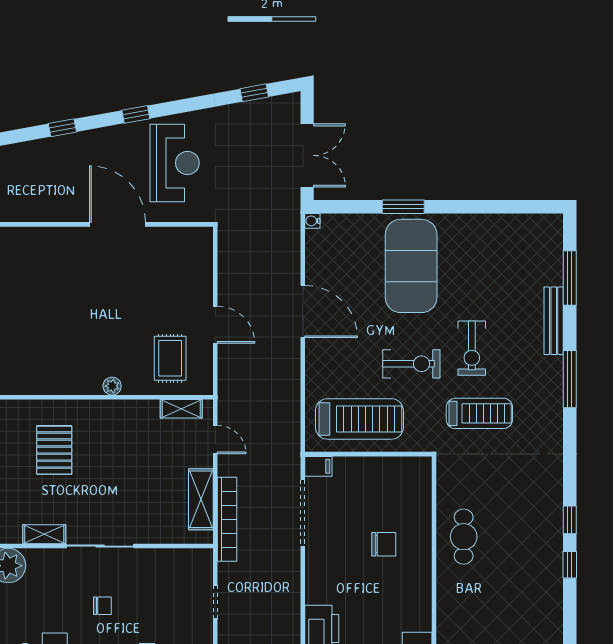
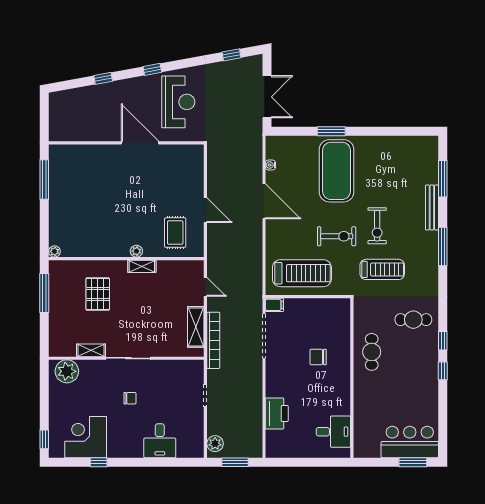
water cooler: (312, 221) -> (270, 165), moved
shelving: (181, 409) -> (142, 266), moved
cafe table: (526, 488) -> (413, 320), added
chair: (384, 544) -> (318, 357), turned 180

